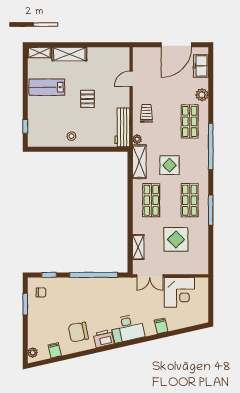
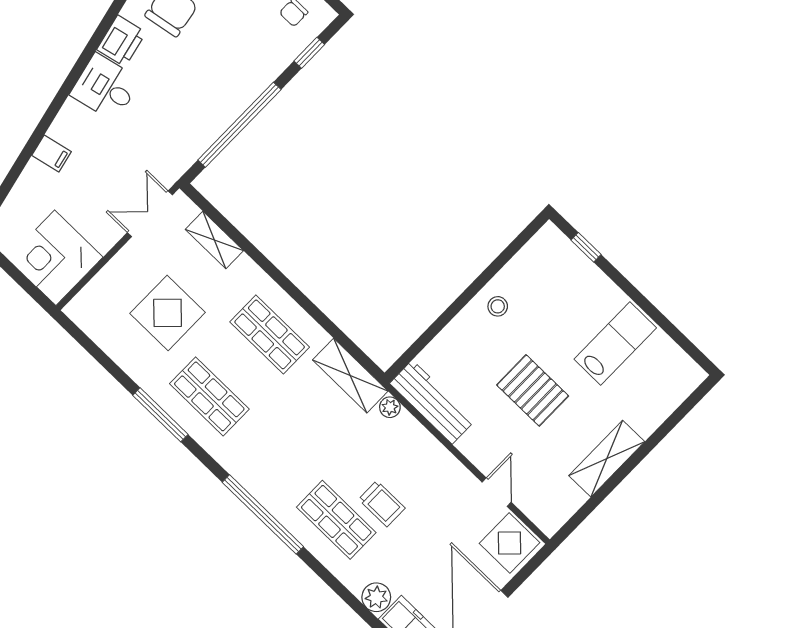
shelving: (39, 53) -> (683, 386), removed
shelving: (69, 54) -> (607, 459), moved
plant: (202, 95) -> (376, 597), moved
pallet: (87, 99) -> (533, 390), width x1.50, depth x1.42
trolley: (146, 113) -> (382, 504), moved
display table: (170, 165) -> (510, 543), moved
corner desk: (179, 292) -> (55, 258), moved
desk: (127, 328) -> (105, 87), width x0.73

